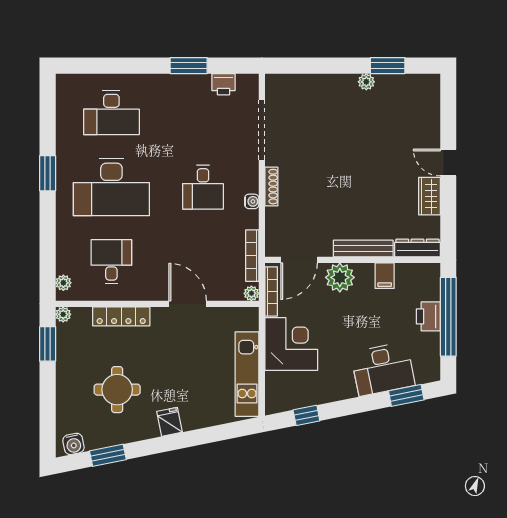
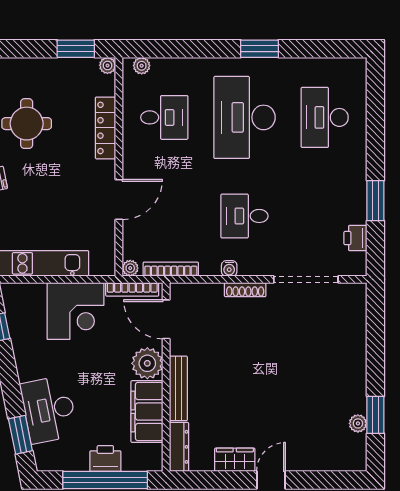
plant: (366, 82) -> (358, 423), moved
filing cabinet: (385, 276) -> (147, 412), width x3.00, depth x1.17

